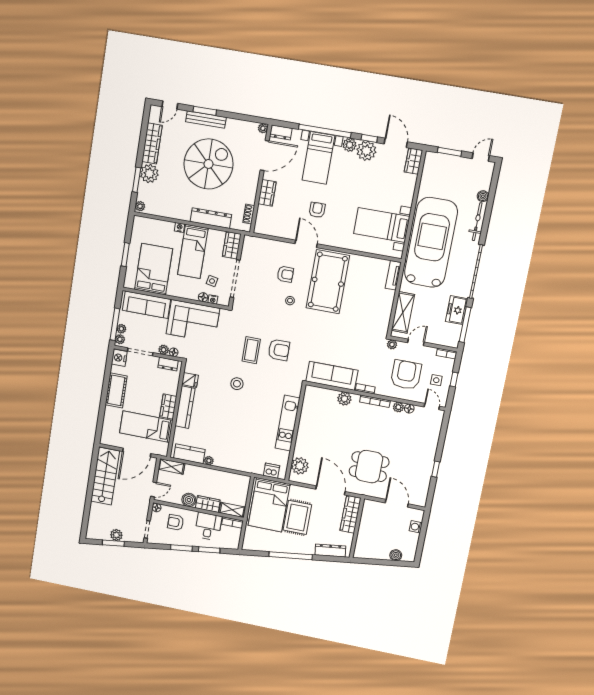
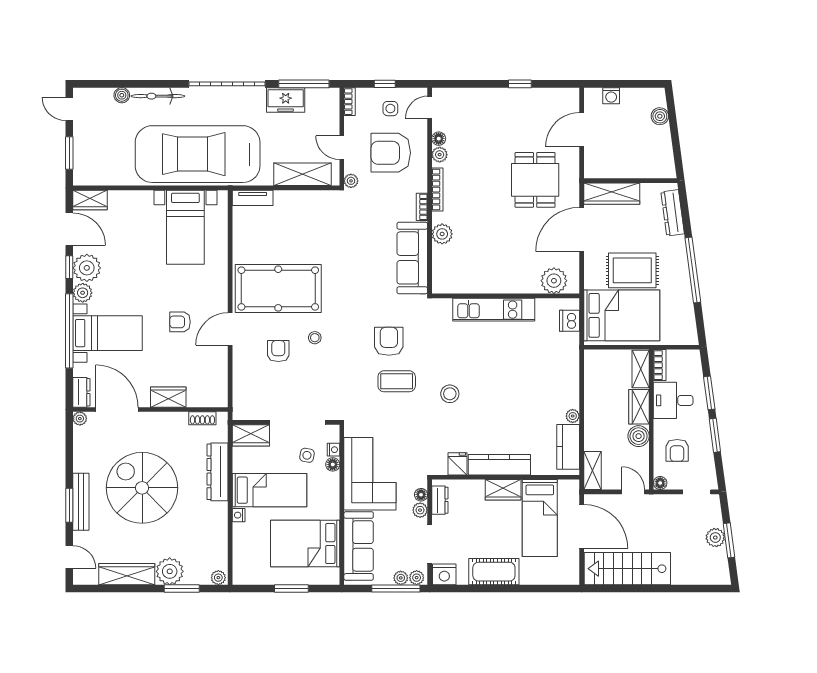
door: (396, 143) -> (69, 229), swing flipped

